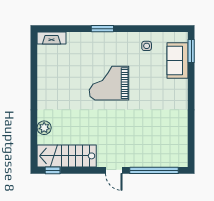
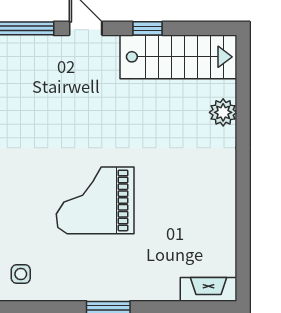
grand piano: (109, 83) -> (95, 200), turned 180
window: (53, 170) -> (148, 28), moved

